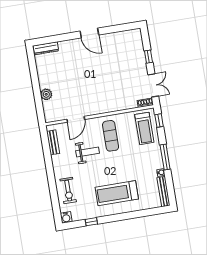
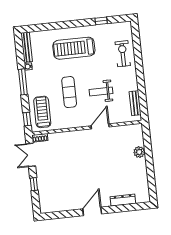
door: (89, 33) -> (92, 211), hinge flipped
dresser: (46, 48) -> (123, 200), moved
door: (76, 119) -> (100, 126), moved
exercise mat: (111, 136) -> (69, 92), moved
treadmill: (117, 193) -> (74, 48), turned 180
water cooler: (66, 217) -> (126, 27), removed

